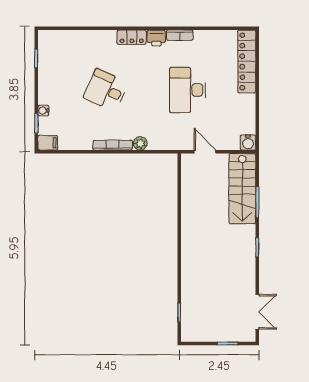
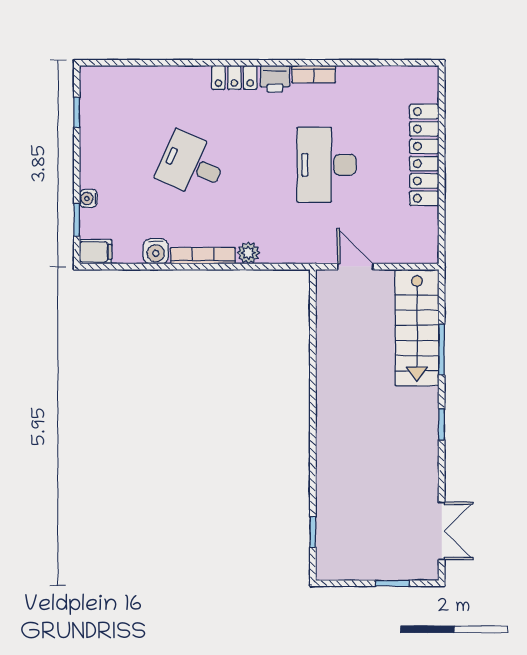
locker: (247, 61) -> (424, 155), moved
water cooler: (248, 142) -> (156, 251), moved

